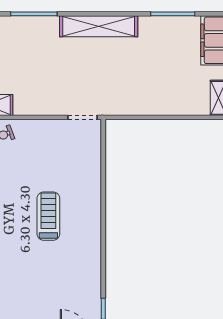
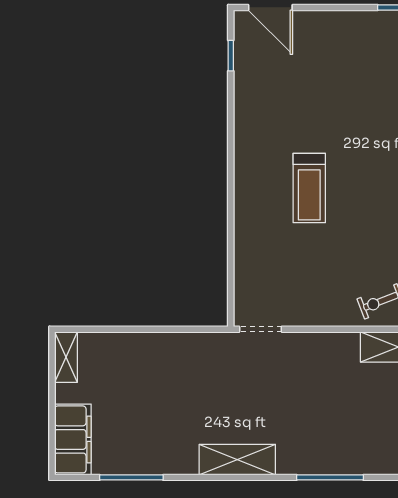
shelving: (99, 26) -> (237, 460), width x0.68

